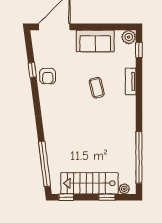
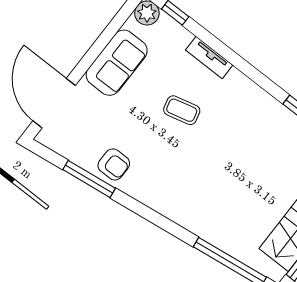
window: (32, 70) -> (89, 179), width x2.17

